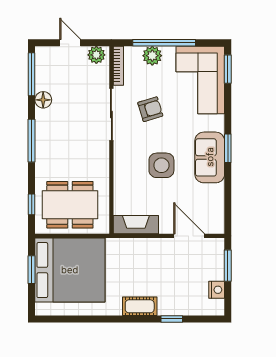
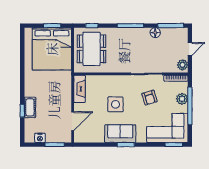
cot: (140, 306) -> (30, 107), moved

